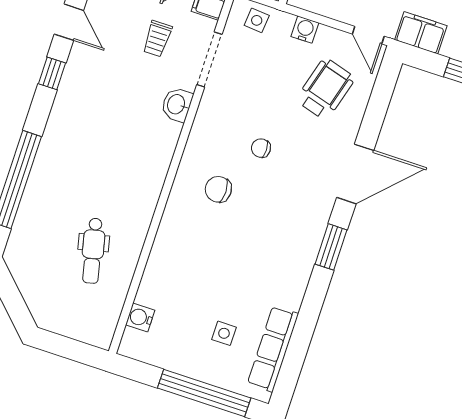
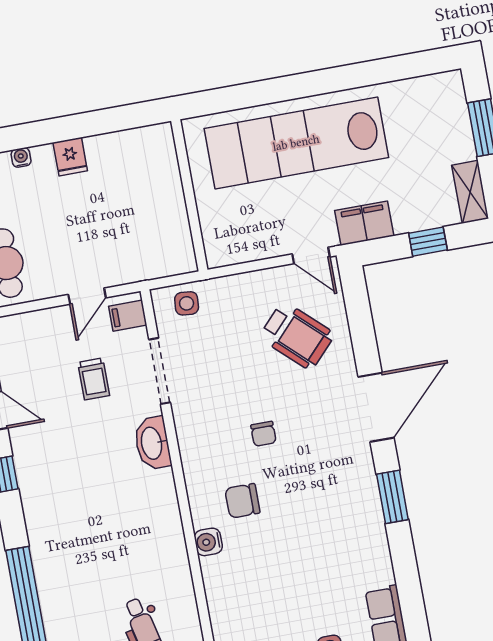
water cooler: (305, 30) -> (208, 542), moved, turned -90
wheelchair: (325, 89) -> (297, 336), turned 117
washbasin: (177, 104) -> (152, 443), width x1.38
chair: (261, 148) -> (263, 434), turned -90

